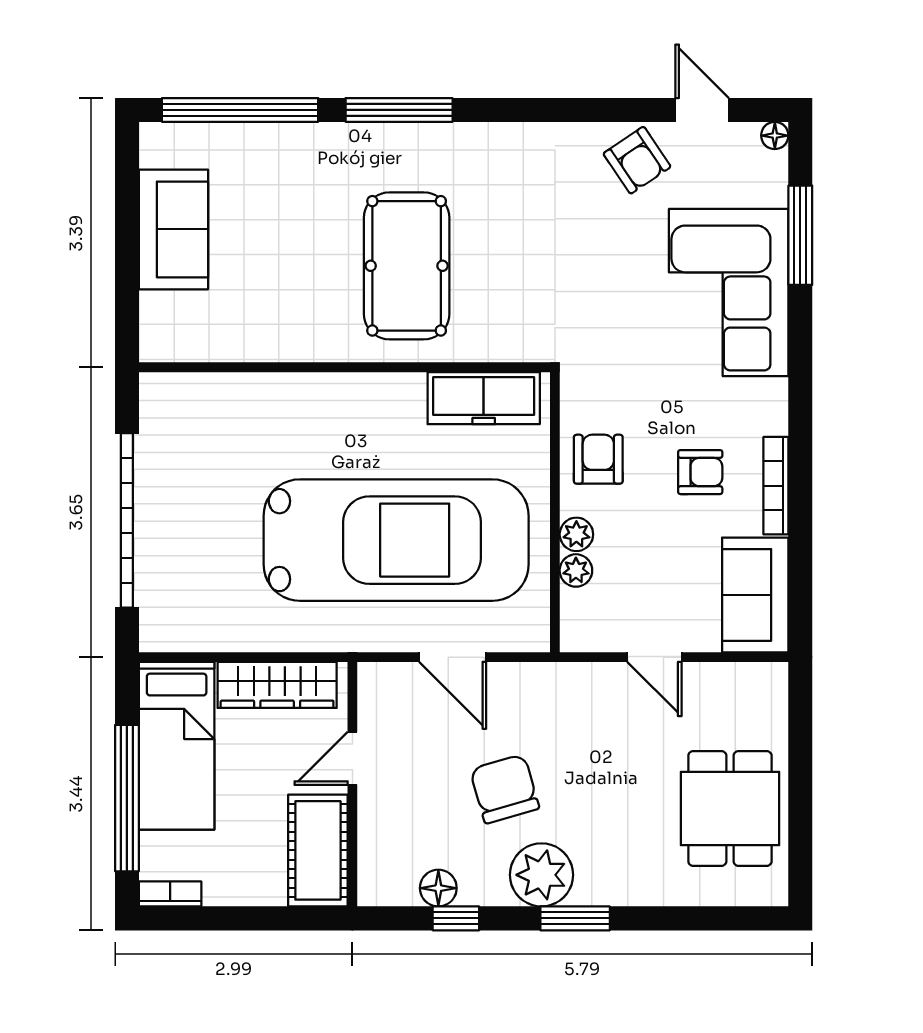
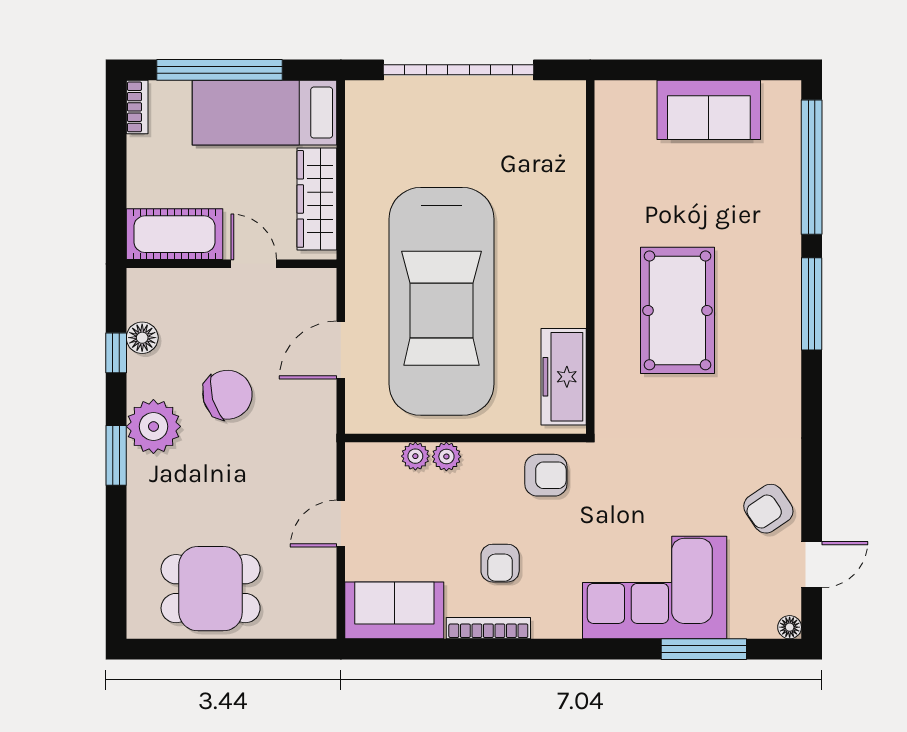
pool table: (407, 266) -> (677, 310), turned 90
armchair: (598, 459) -> (546, 475), moved

